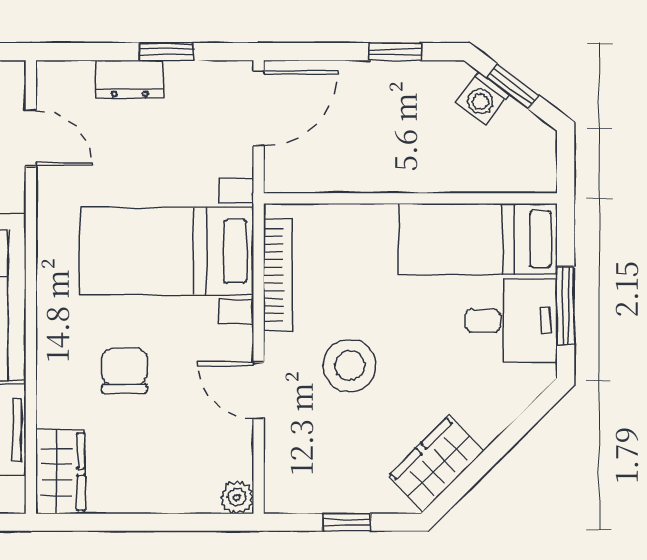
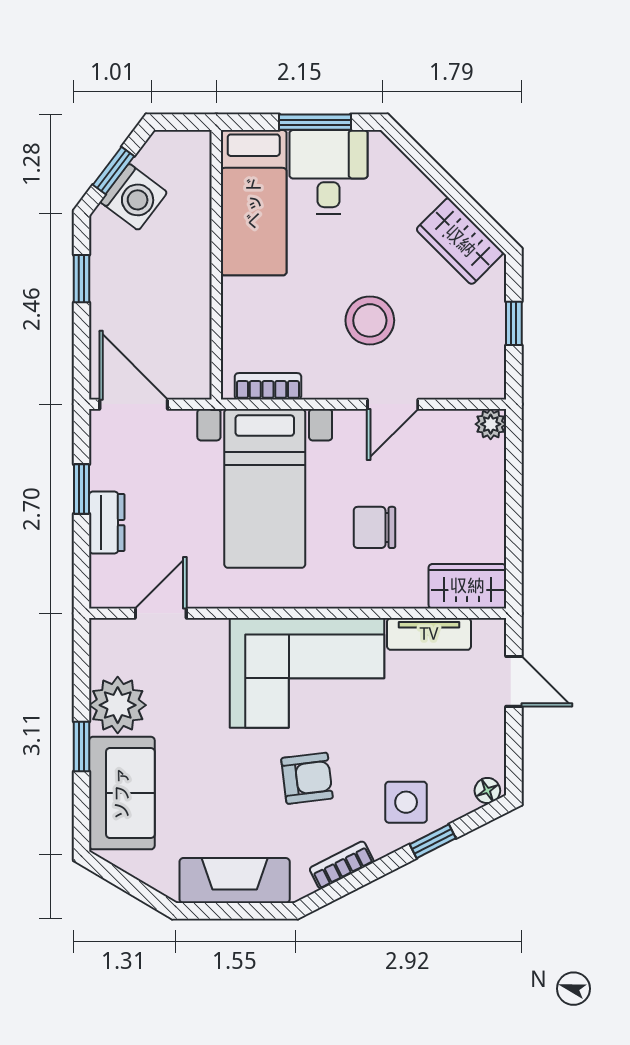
washing machine: (483, 98) -> (134, 197), width x1.38, depth x1.38
bookcase: (278, 275) -> (268, 386), width x0.64

